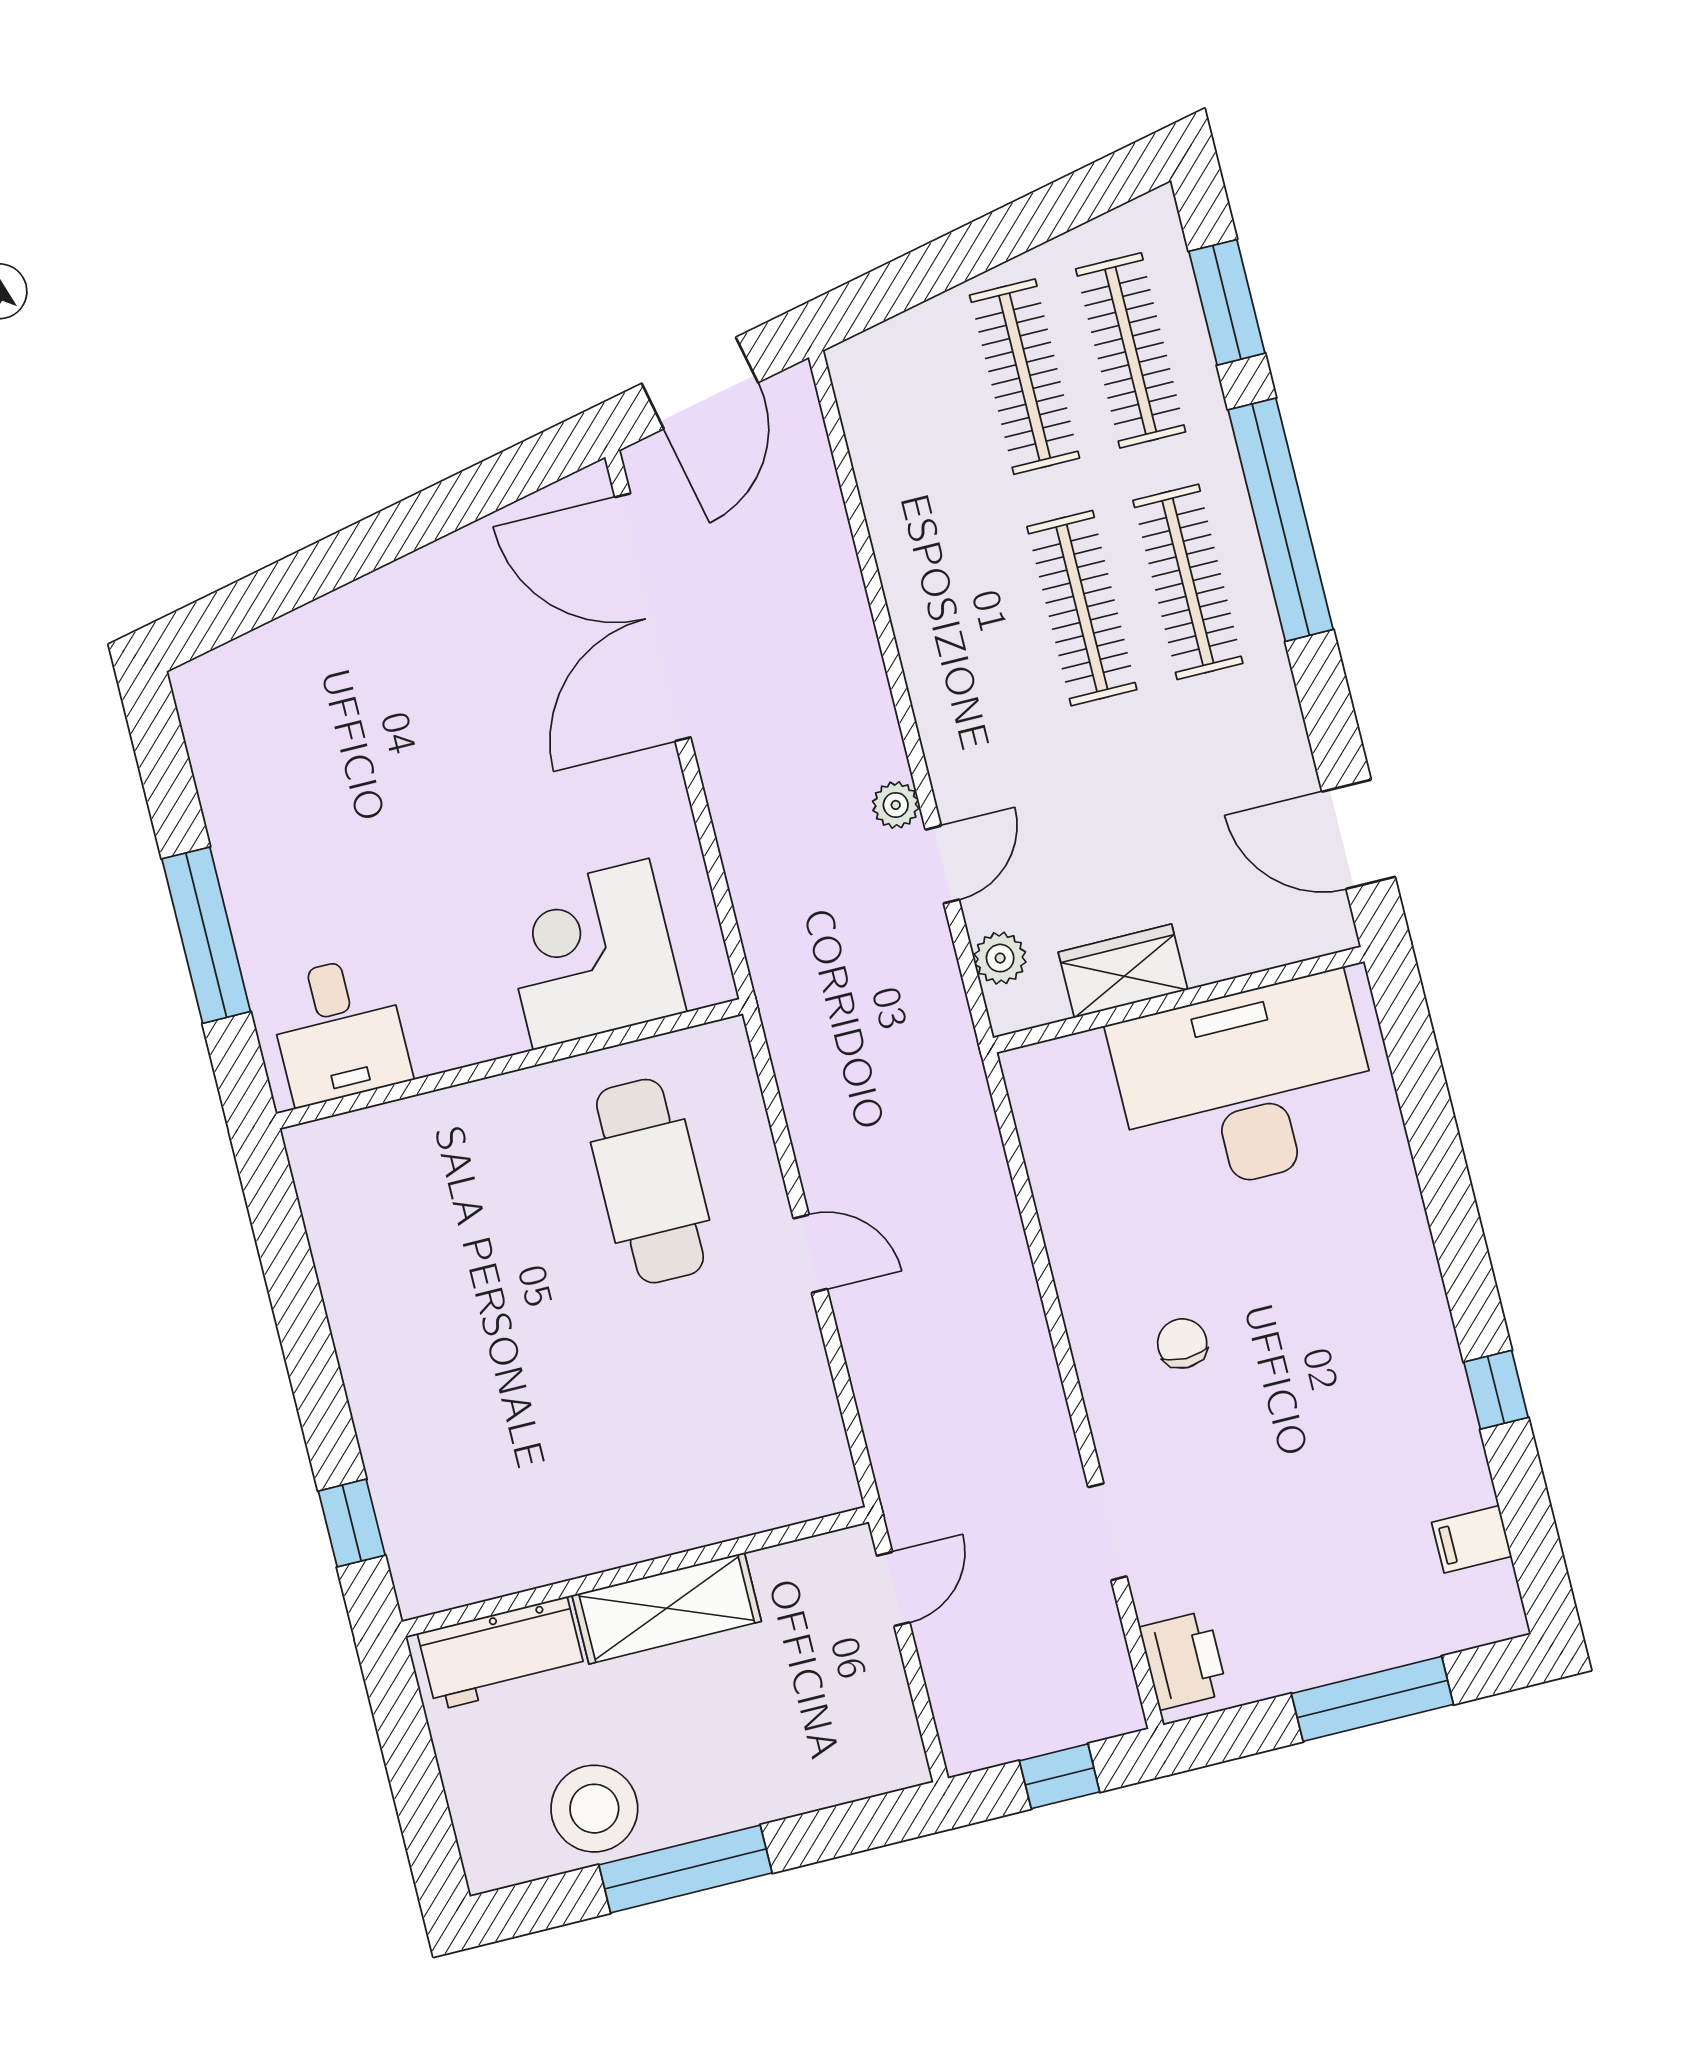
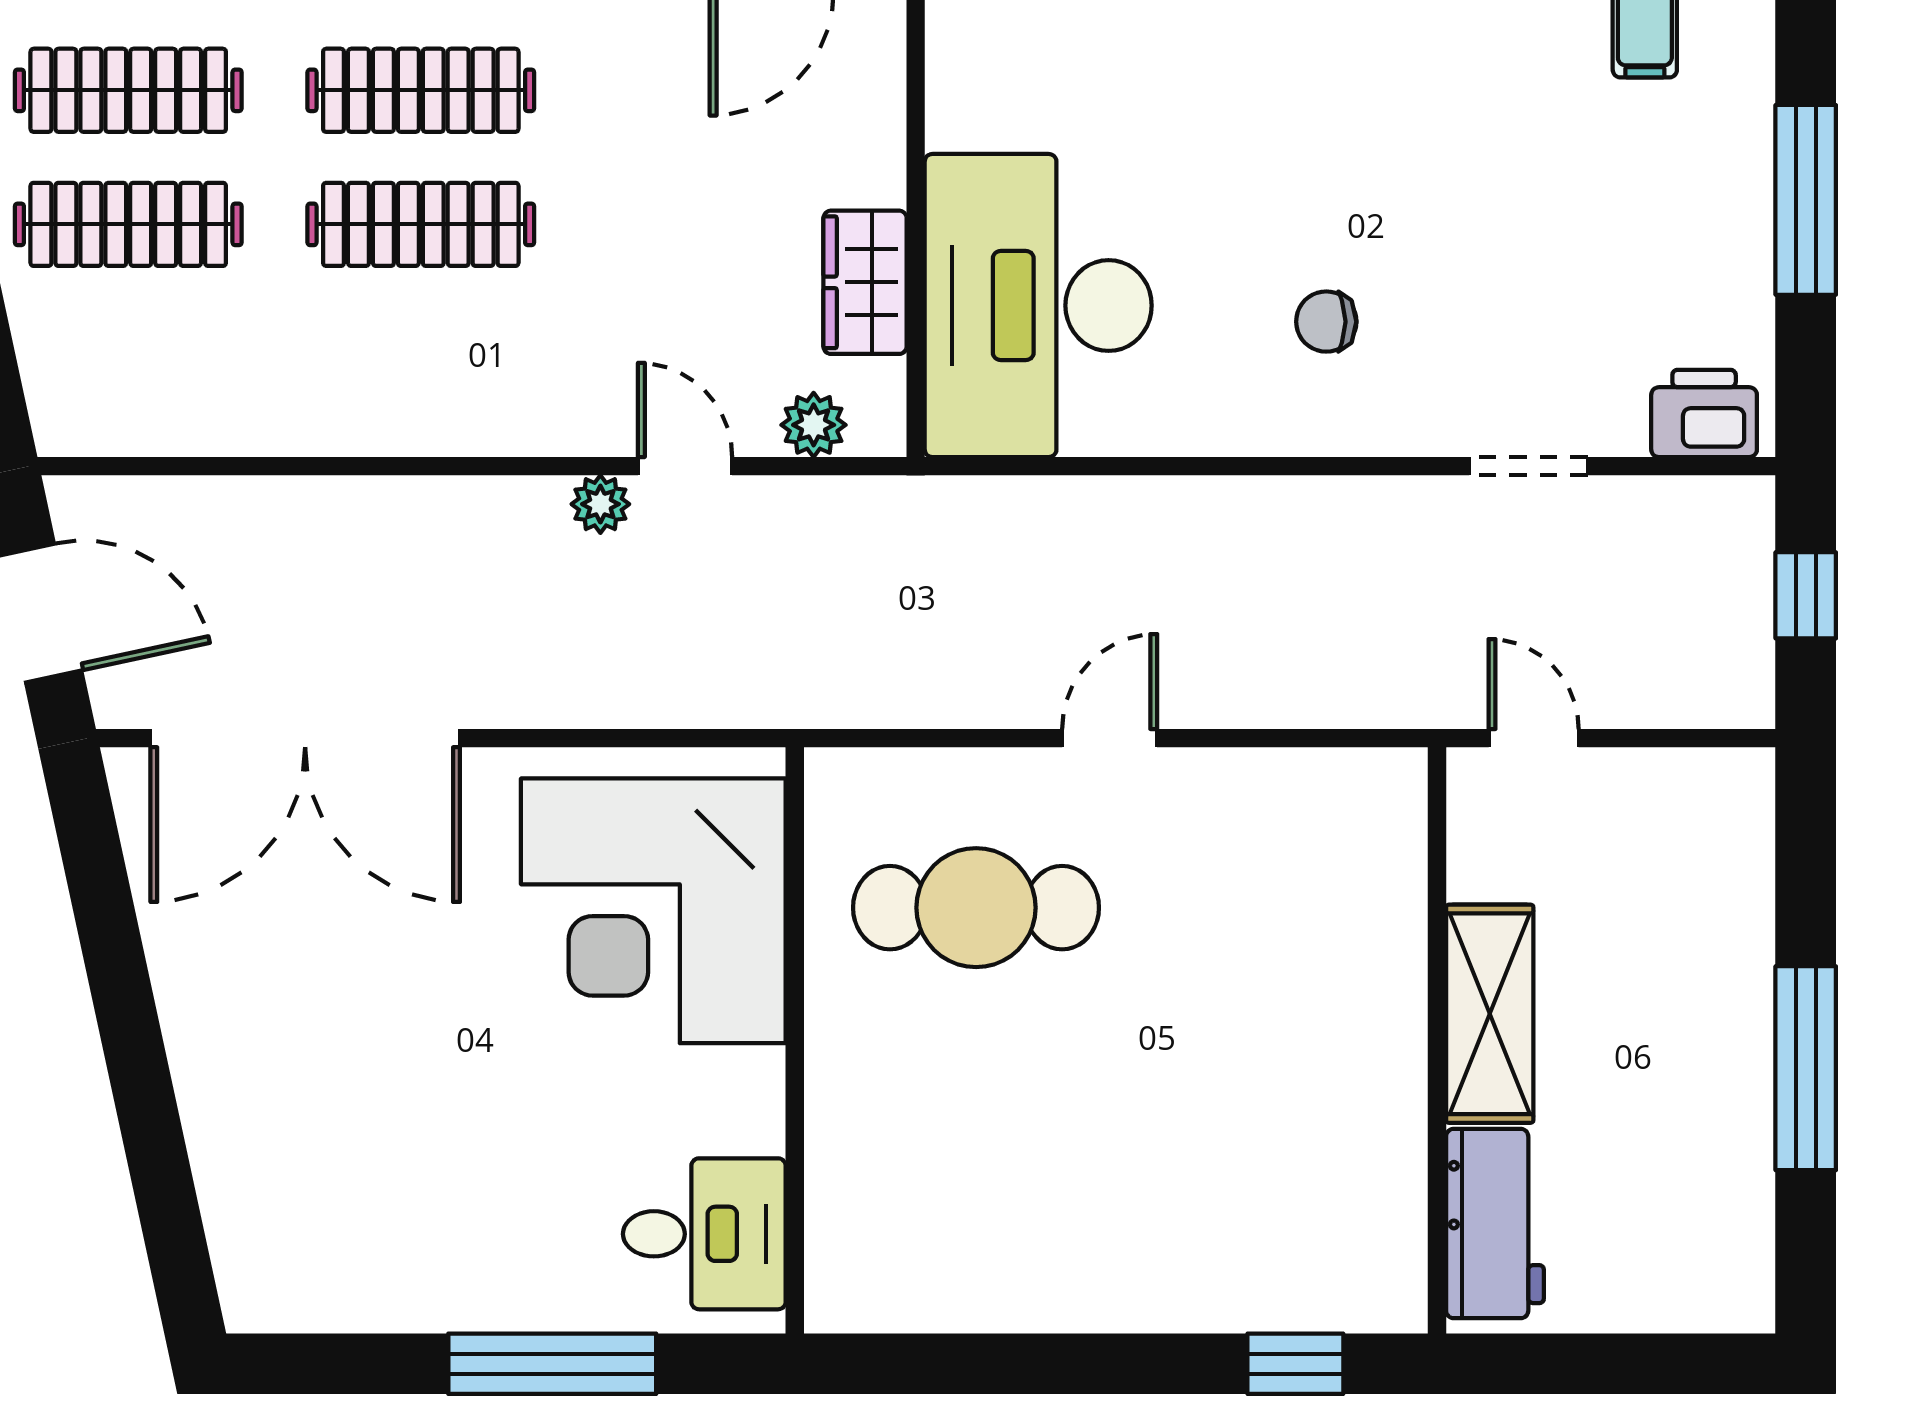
corner desk: (591, 954) -> (653, 911), width x1.36, depth x1.36
desk: (1246, 1086) -> (1038, 306), moved
stool: (594, 1809) -> (1707, 1159), removed

